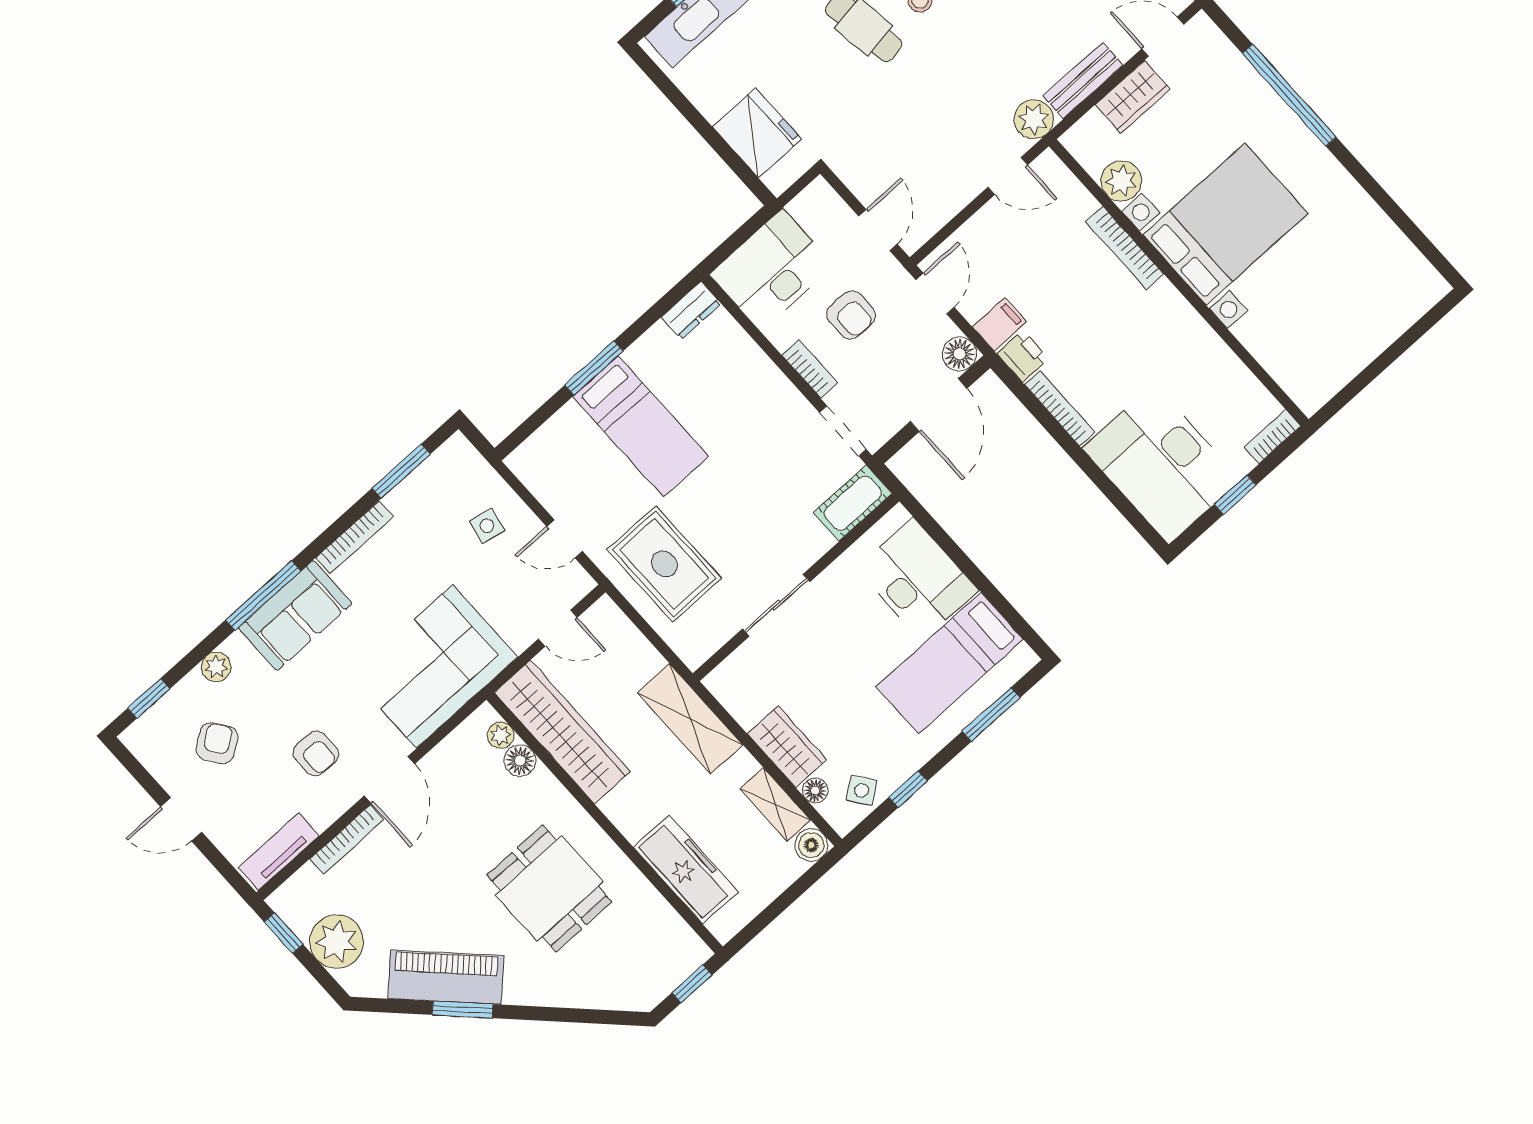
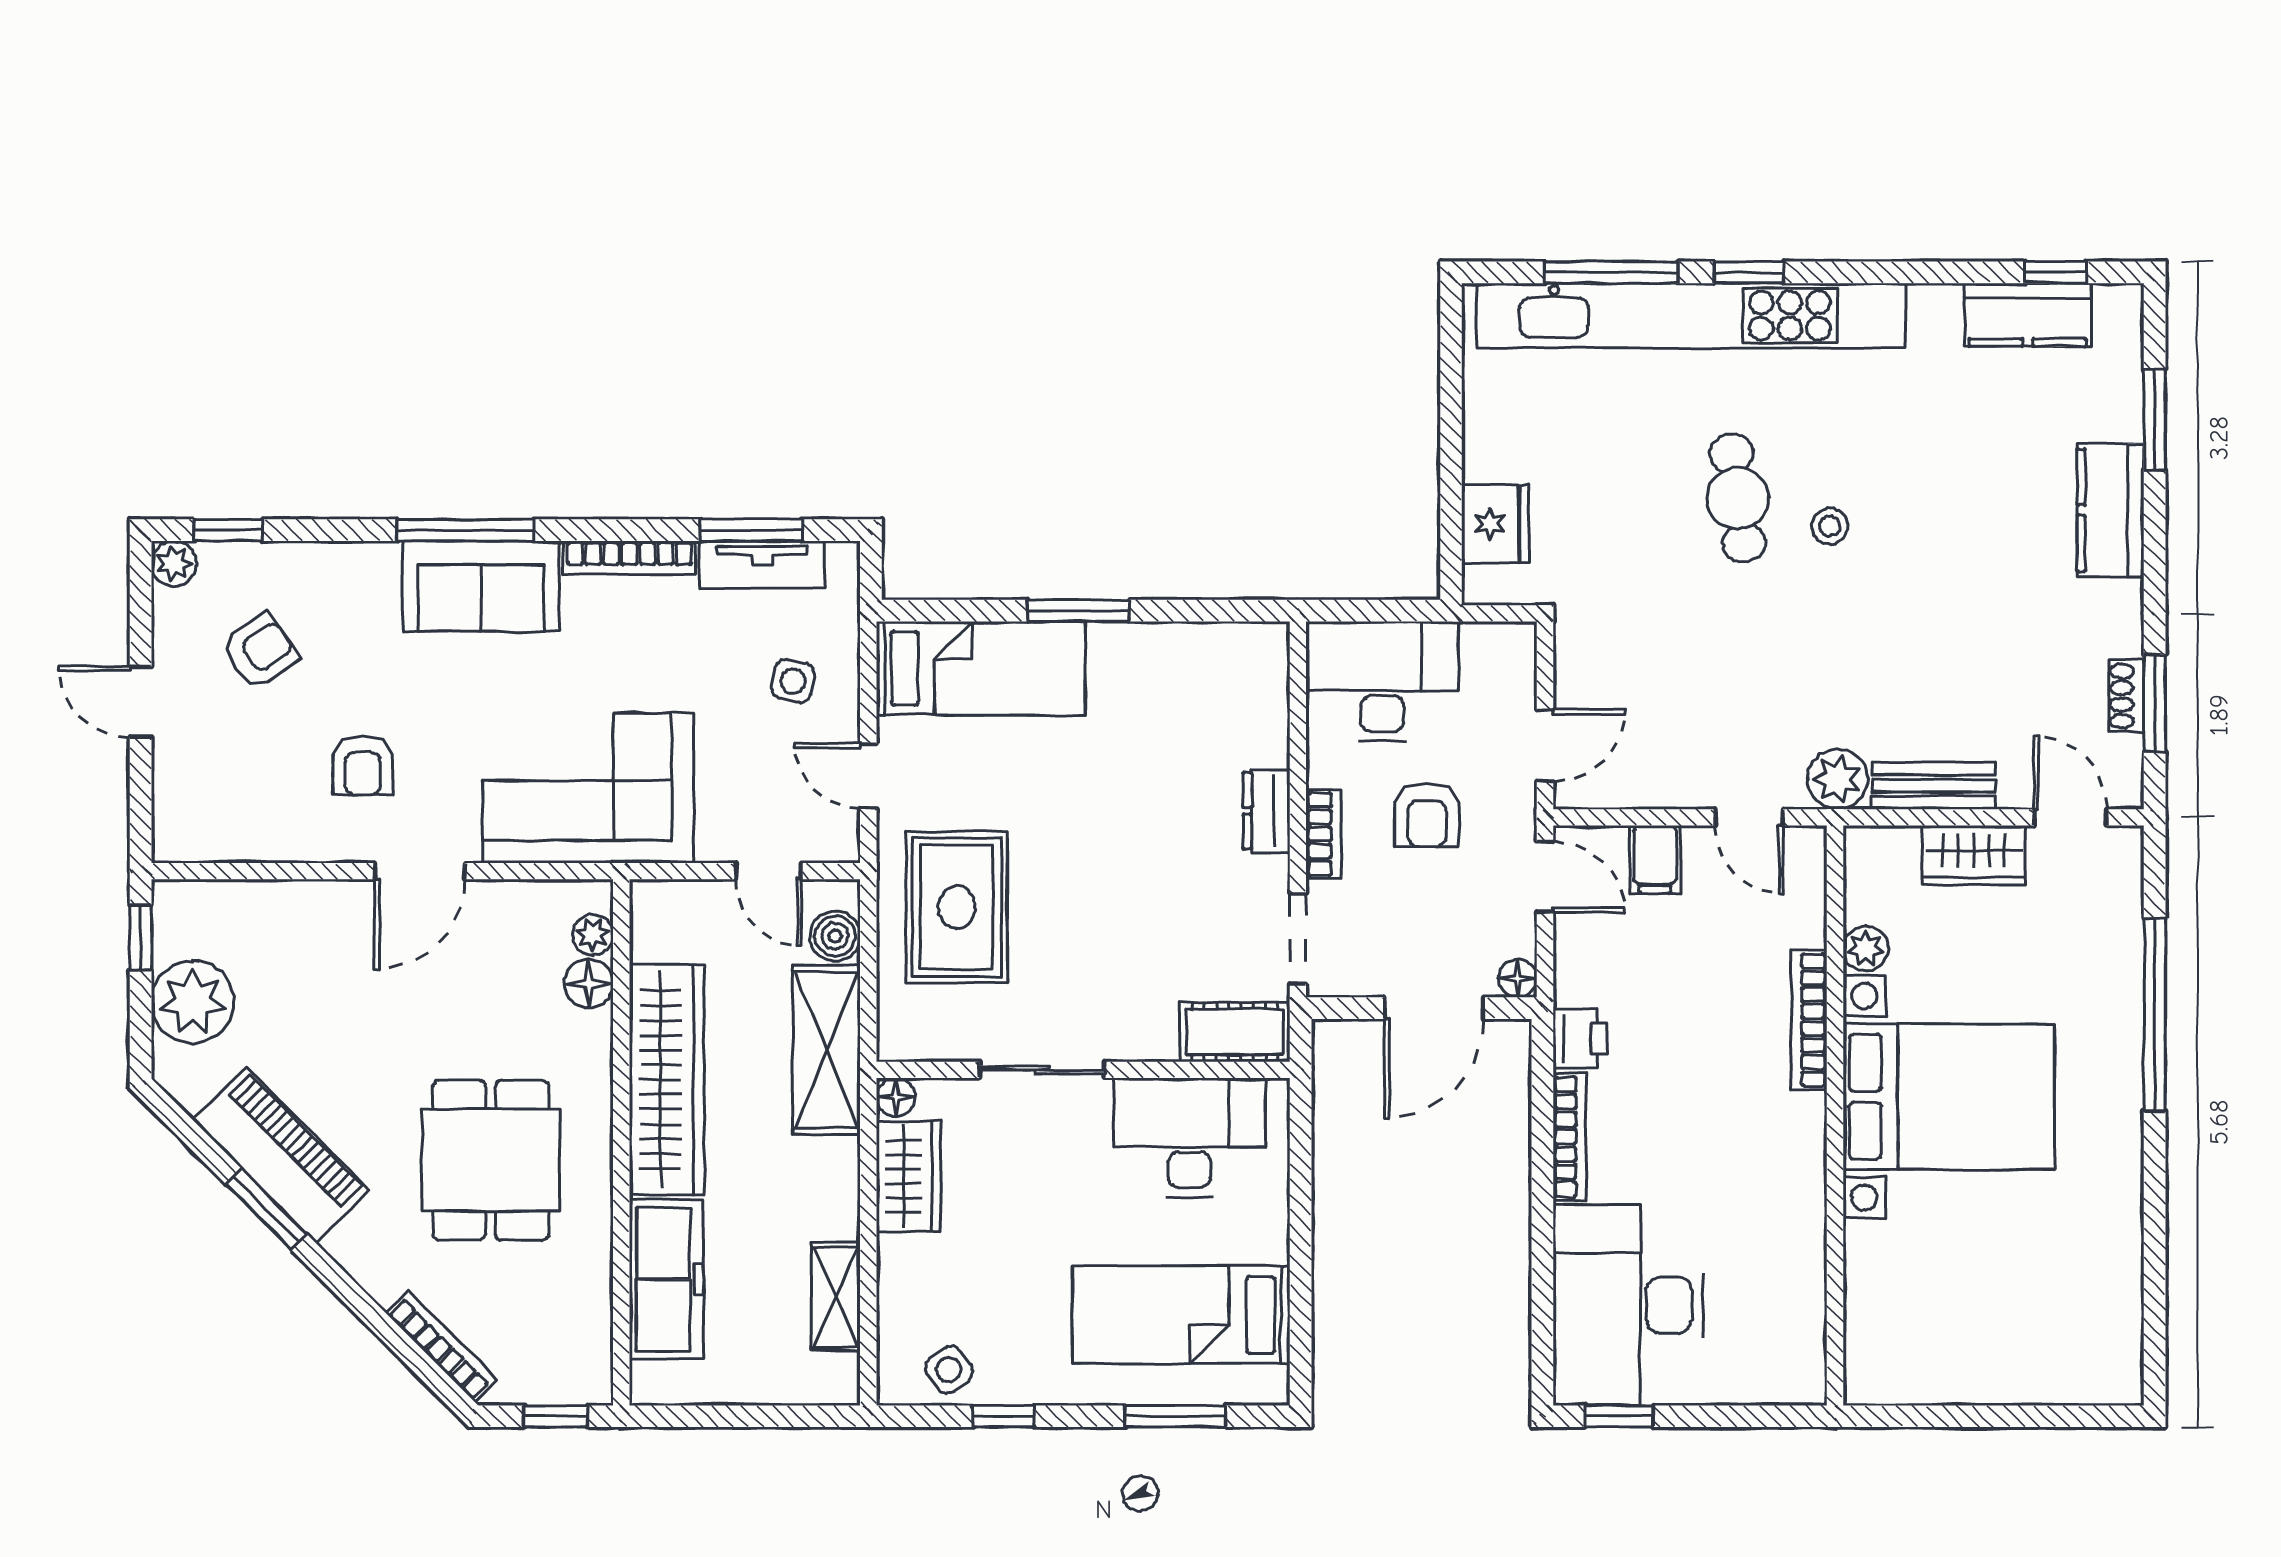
fridge: (757, 133) -> (1495, 524), width x0.73, depth x0.75
plant: (1121, 181) -> (1866, 948), width x0.73, depth x0.73
door: (935, 293) -> (1545, 877), hinge flipped
dresser: (691, 310) -> (1266, 811), moved, turned 90
filing cabinet: (1000, 324) -> (1655, 859), moved, turned 90
floor lamp: (959, 354) -> (1518, 978), width x0.73, depth x0.73
bed: (641, 426) -> (981, 668), moved, turned -90
bookcase: (1272, 437) -> (1784, 1388), removed
window: (1235, 495) -> (1619, 1416), moved
desk: (917, 579) -> (1190, 1138), moved, turned -90
plant: (216, 667) -> (174, 563), moved
shelving: (690, 719) -> (826, 1050), moved
wardrobe: (562, 732) -> (667, 1080), moved
wardrobe: (787, 747) -> (909, 1176), moved
floor lamp: (815, 791) -> (896, 1097), moved
bookcase: (347, 839) -> (442, 1346), moved, turned -135
boiler: (811, 845) -> (835, 936), moved
tv unit: (279, 852) -> (762, 565), moved, turned 180

